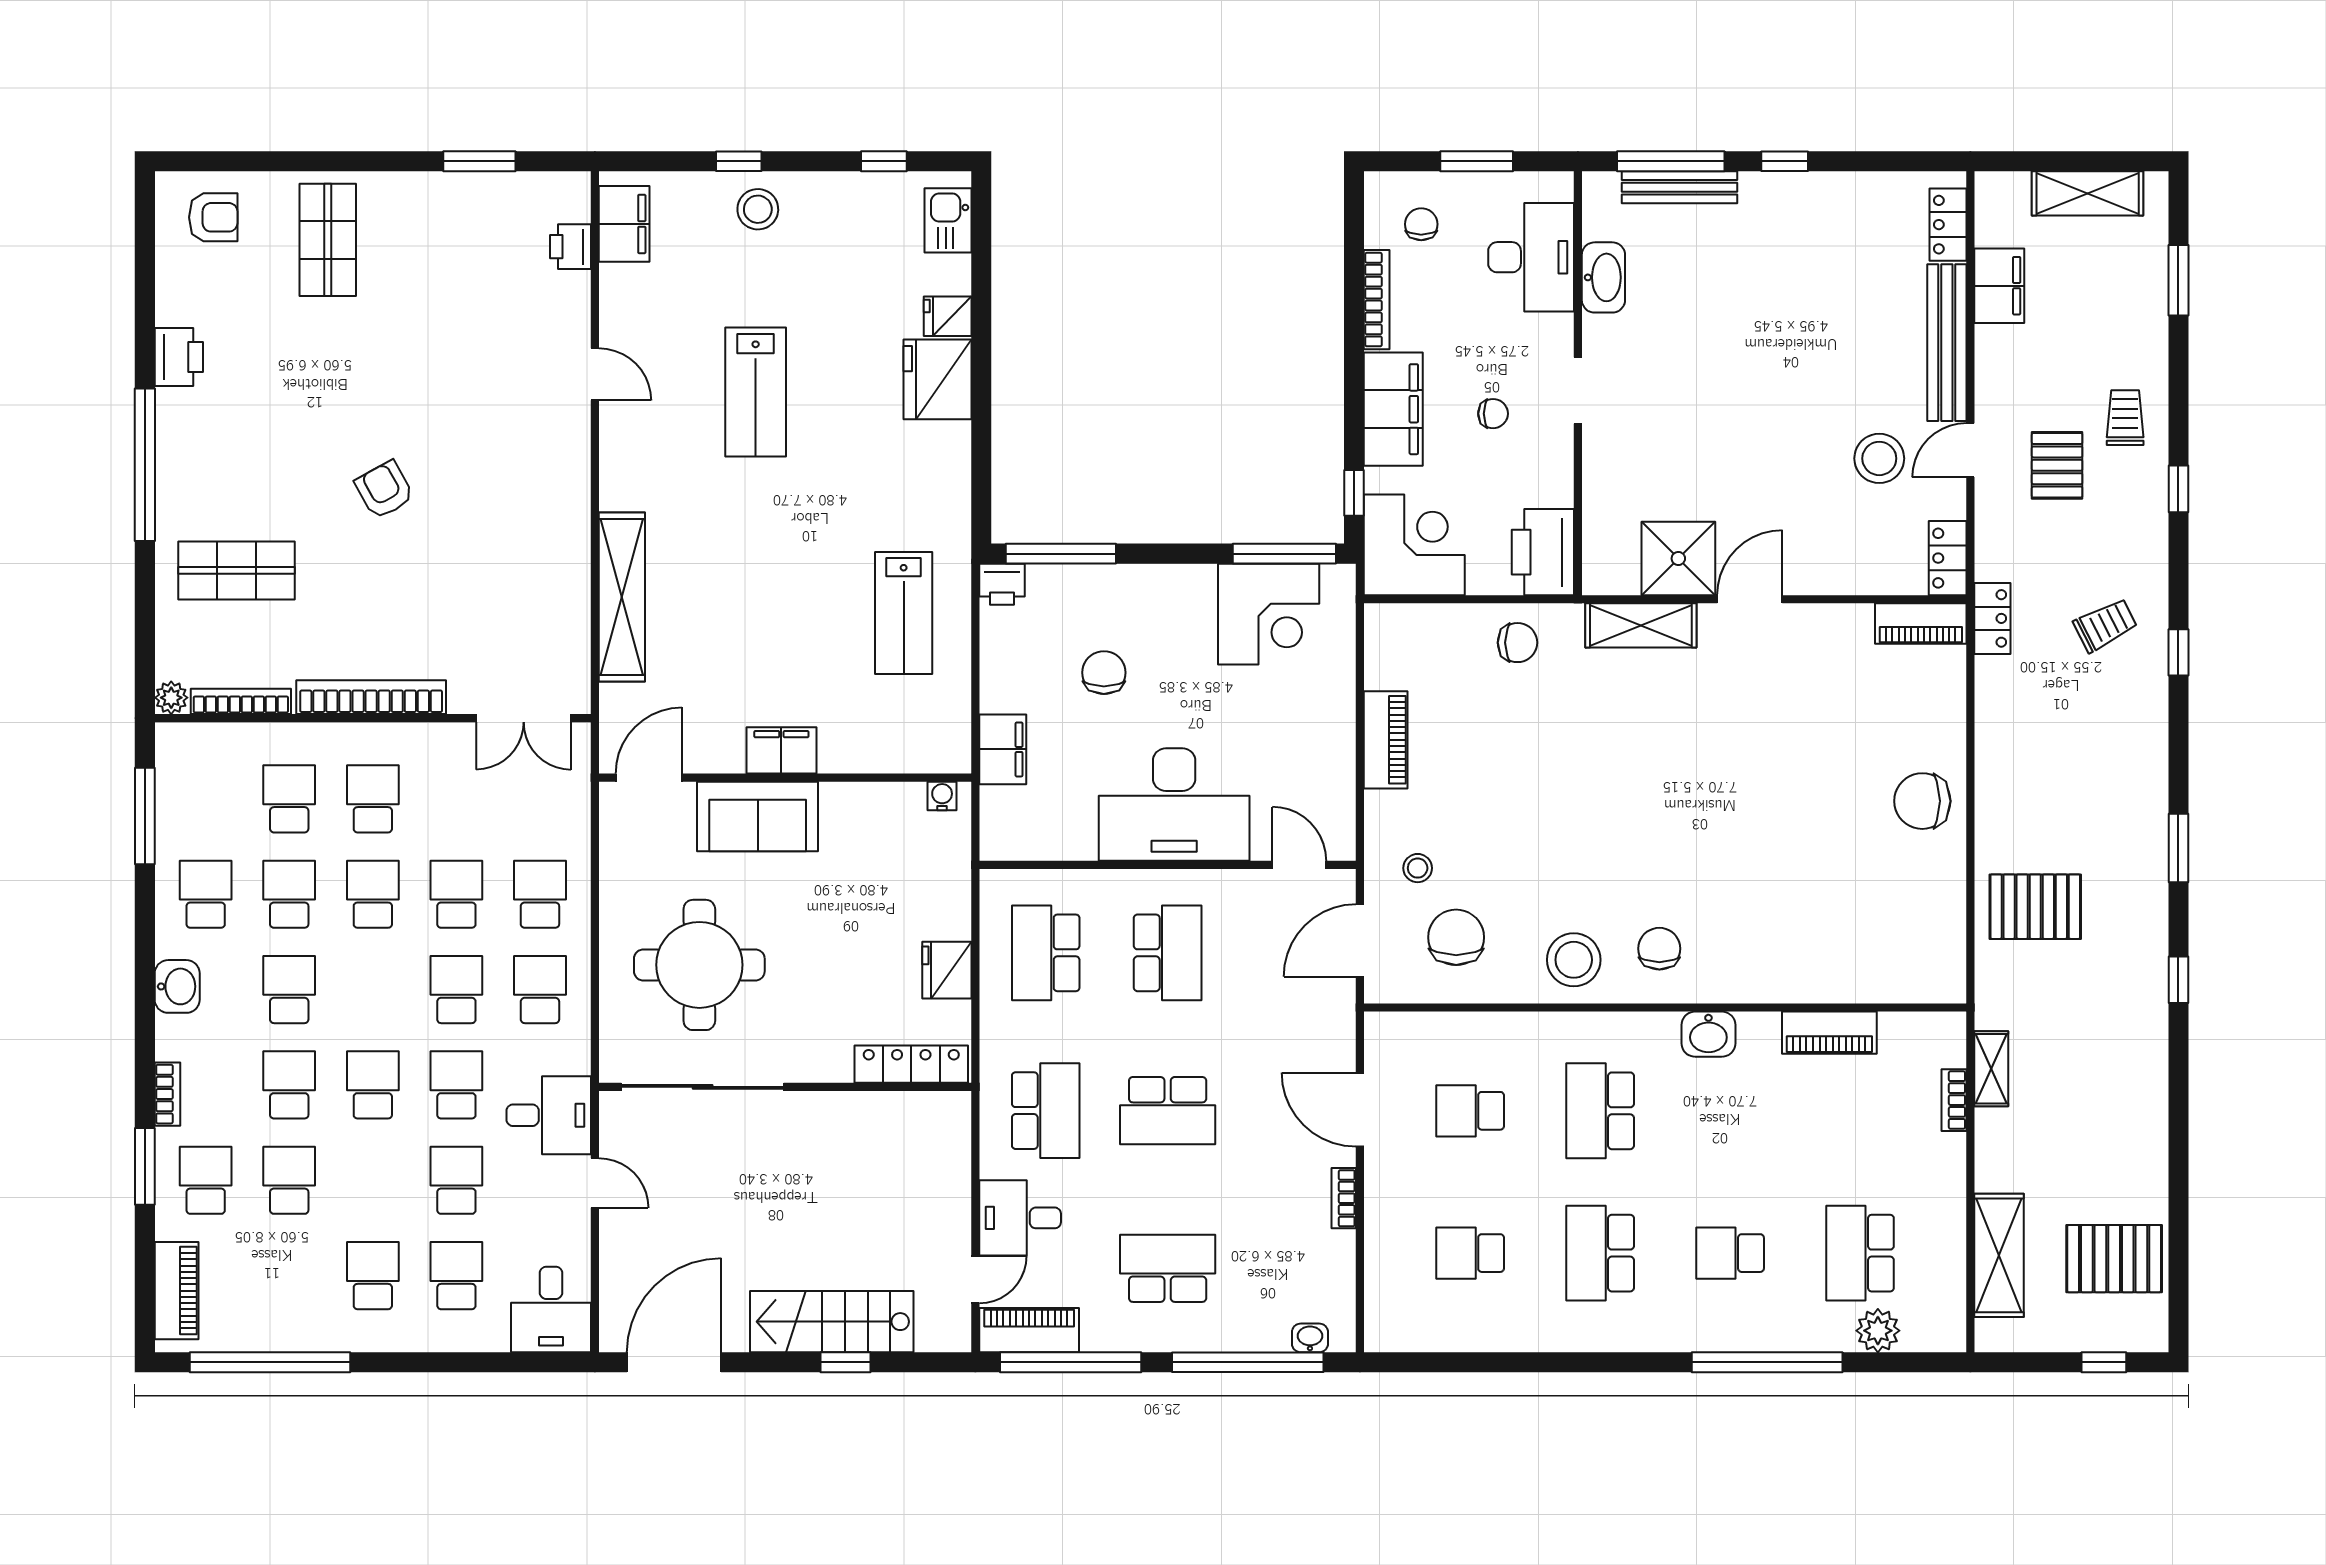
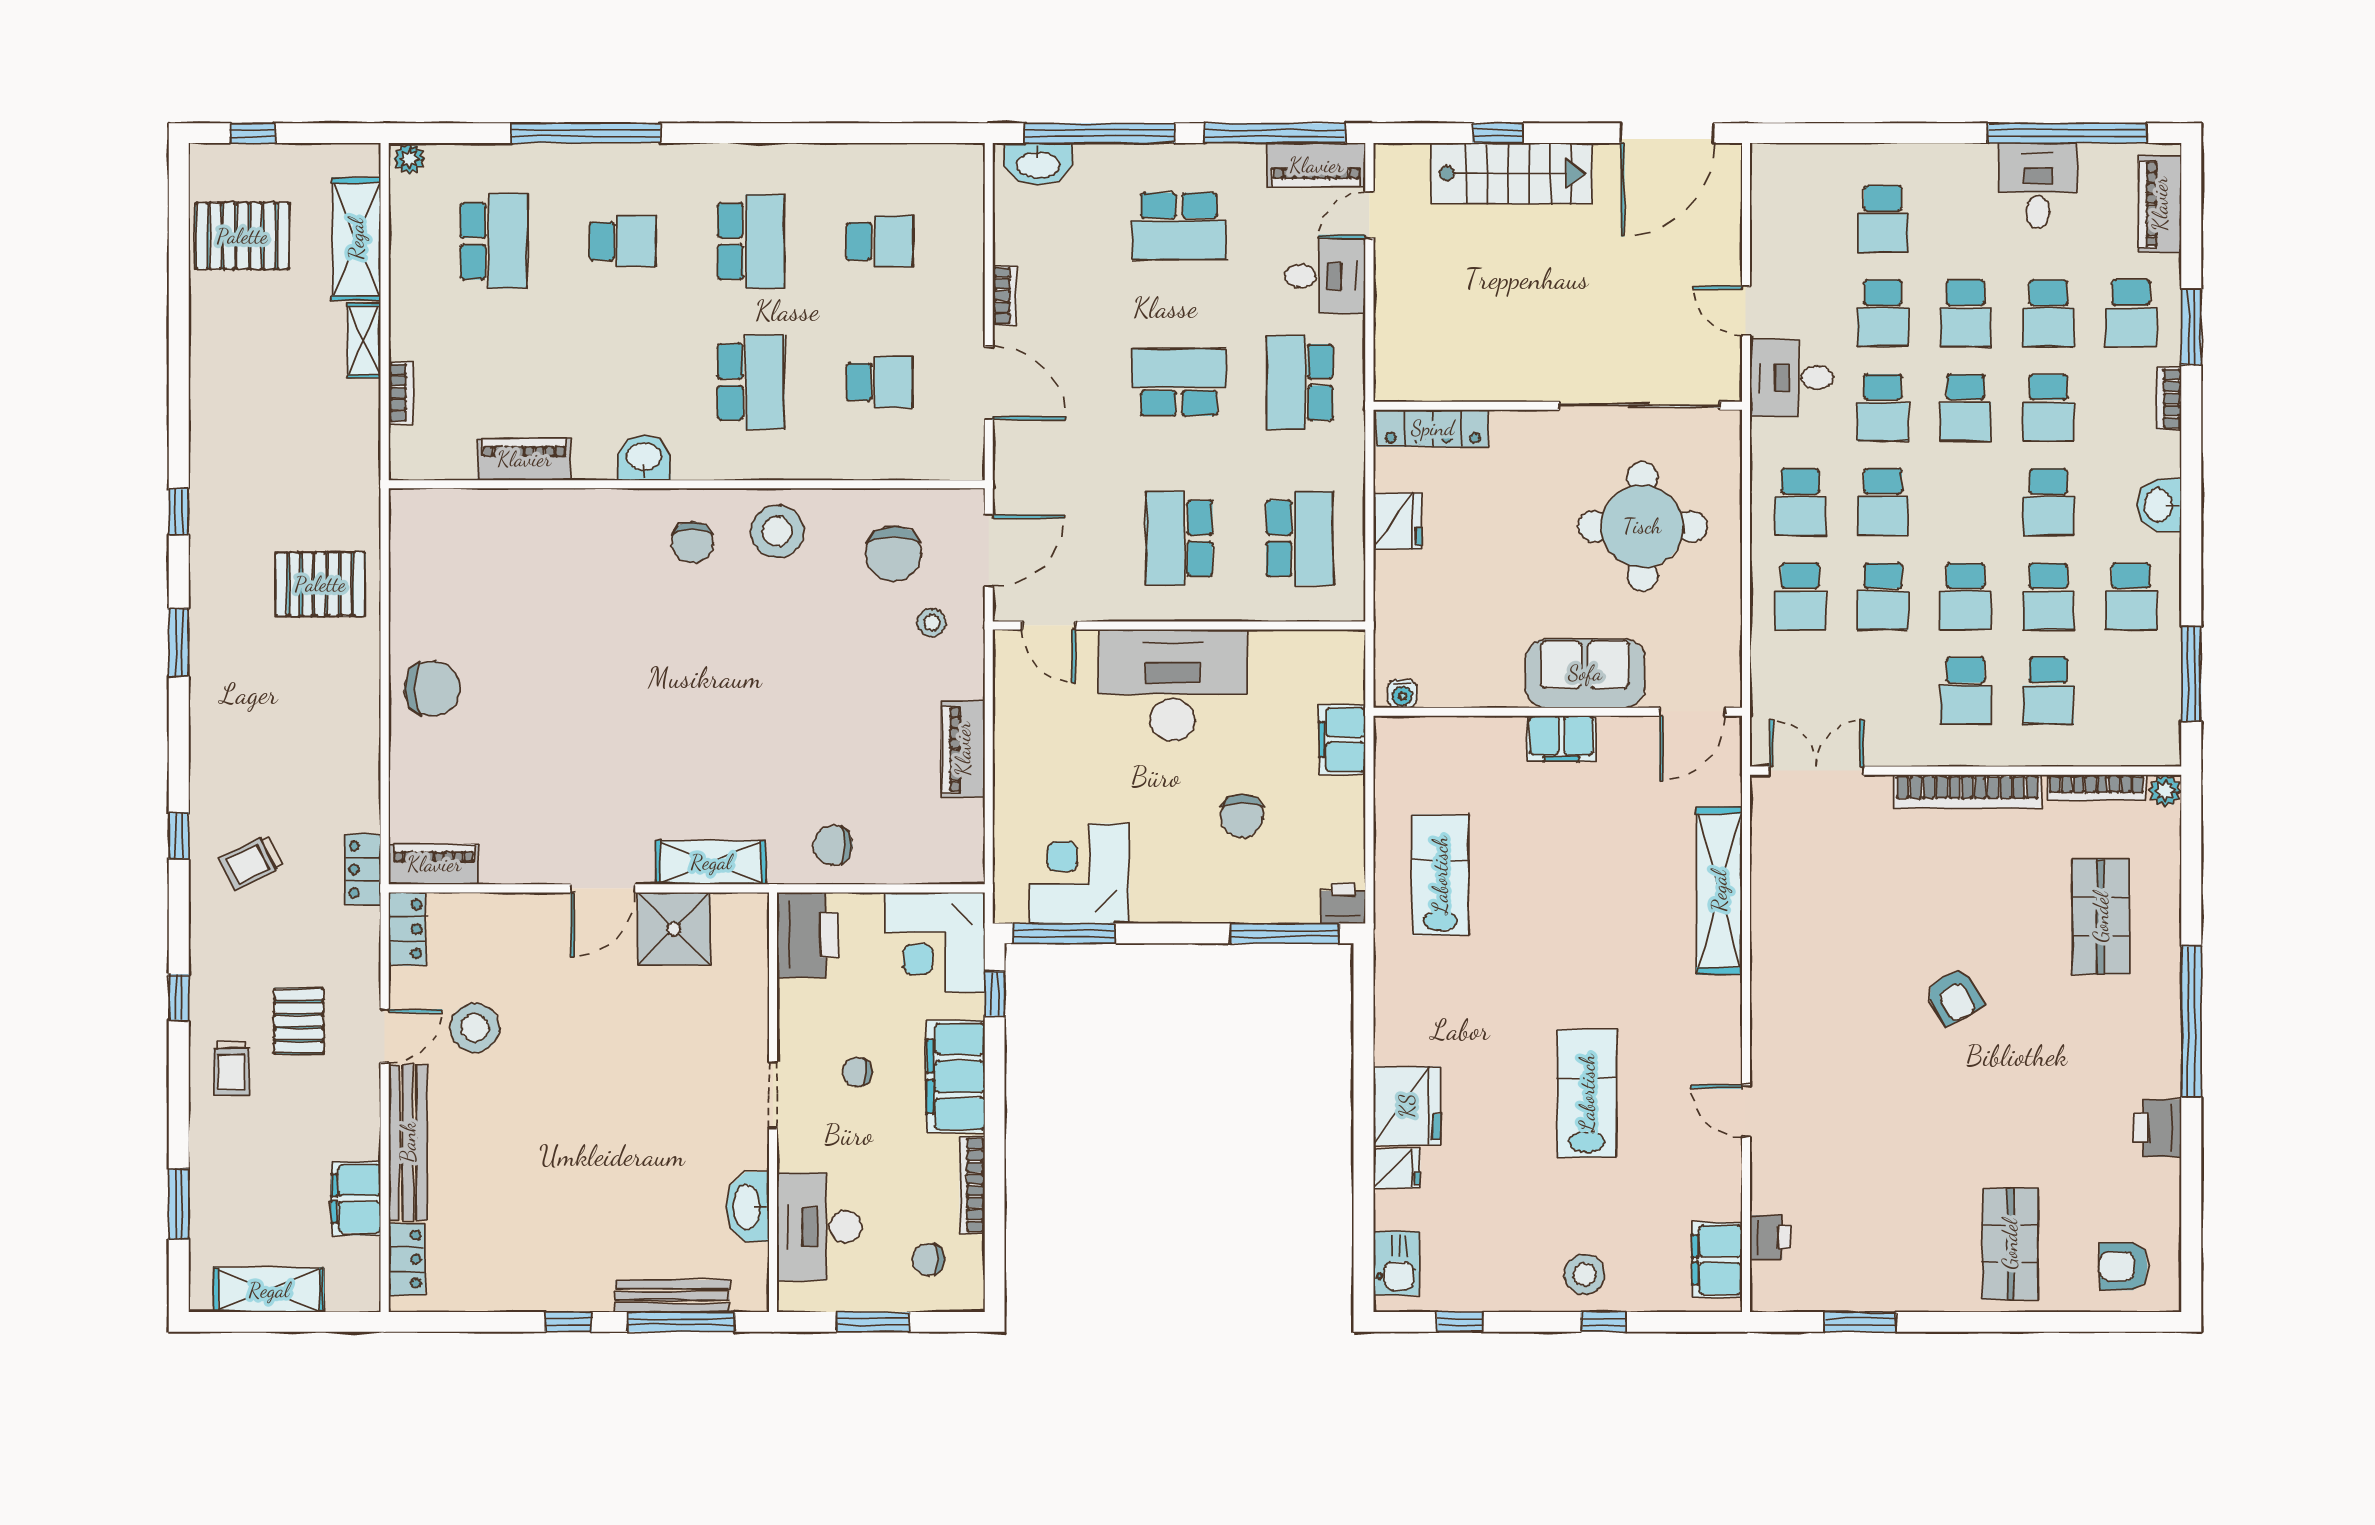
chair: (1421, 224) -> (928, 1259), turned 90
shop shelf: (236, 570) -> (2101, 917), turned 90
shelving: (1991, 1069) -> (364, 340), moved
school desk: (373, 1276) -> (1966, 313), moved
desk: (551, 1309) -> (2038, 185), moved
plant: (1878, 1331) -> (409, 159), moved, width x0.73, depth x0.73
washbasin: (1310, 1338) -> (1038, 164), width x1.91, depth x1.45

